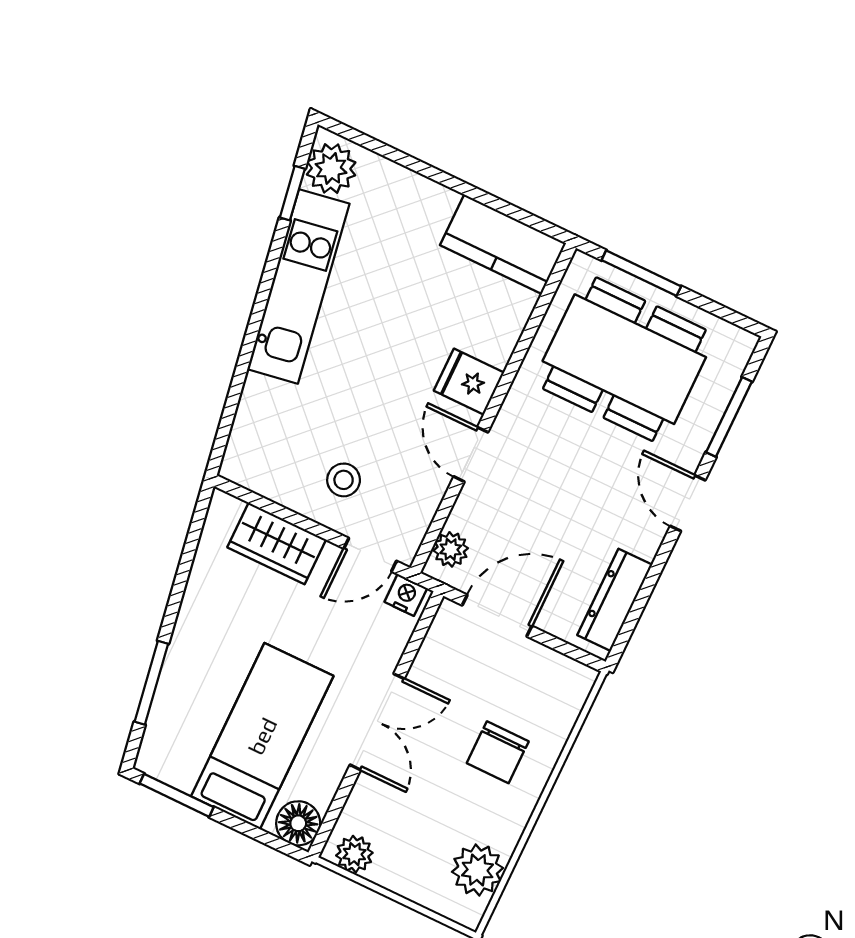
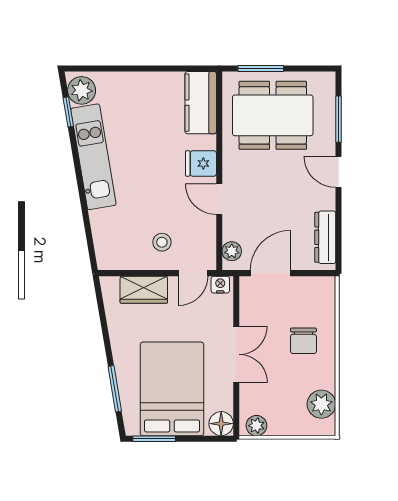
kitchen counter: (503, 244) -> (201, 103), moved, turned 90
bed: (262, 736) -> (172, 389), width x1.50

